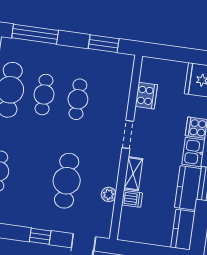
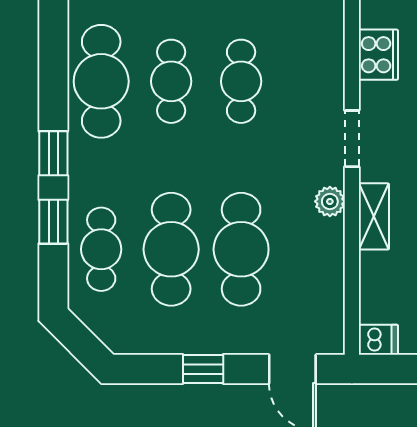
cafe table: (33, 176) -> (171, 249), added
plant: (109, 194) -> (330, 201), moved
dishwasher: (132, 199) -> (378, 340), moved

